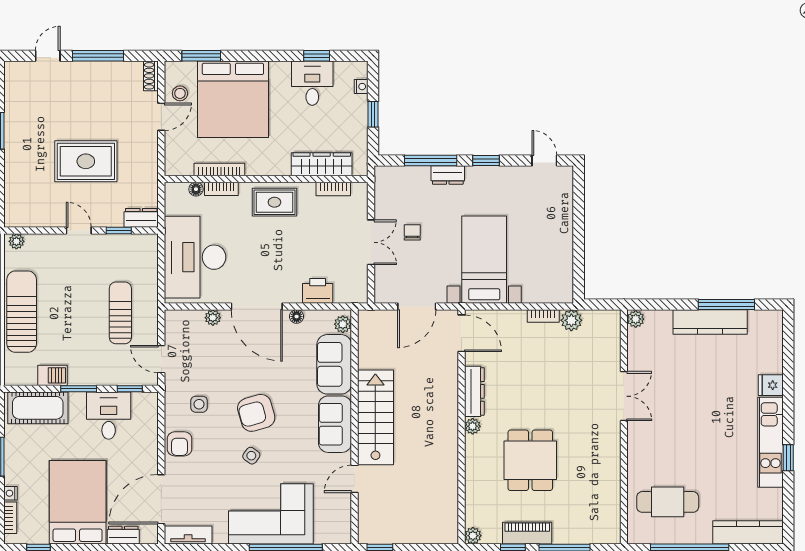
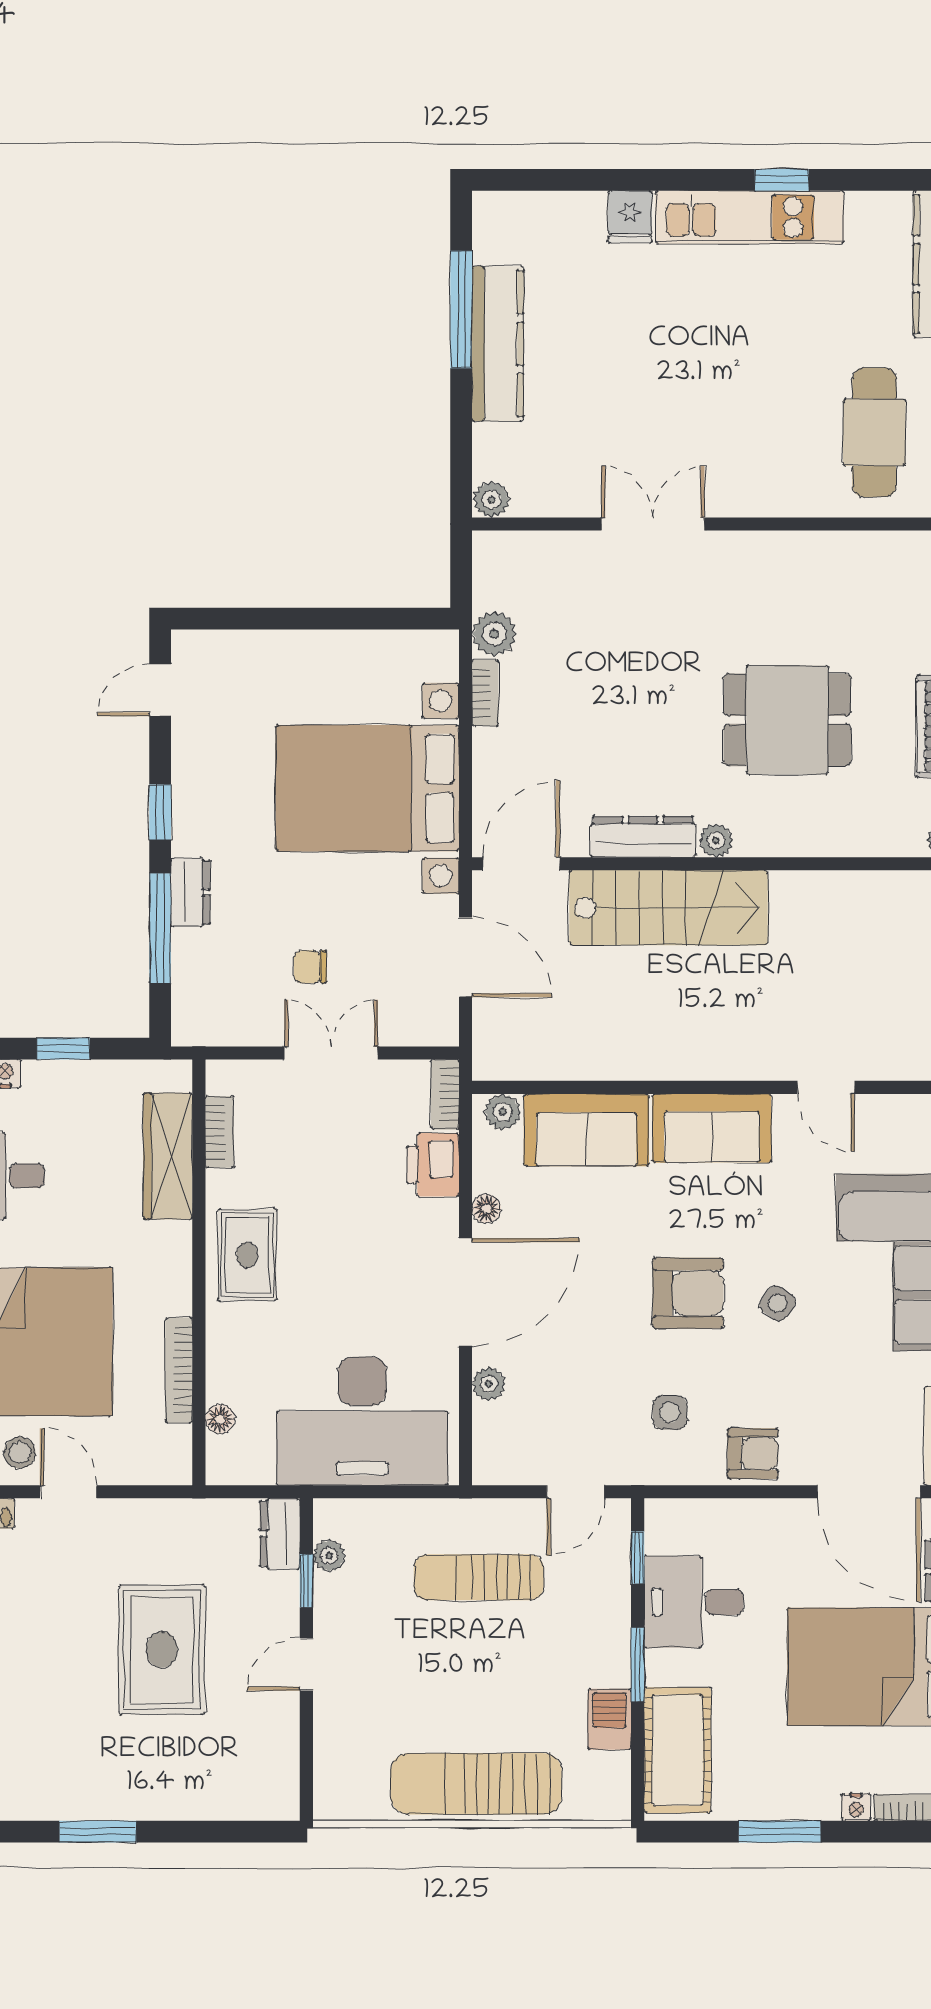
bookcase: (221, 189) -> (445, 1095), moved, turned 180
plant: (16, 241) -> (329, 1556), moved
bed with nightstands: (484, 260) -> (367, 788), width x1.36
armchair: (256, 413) -> (688, 1293), turned -74
stairs: (375, 417) -> (669, 908), moved, turned 180

